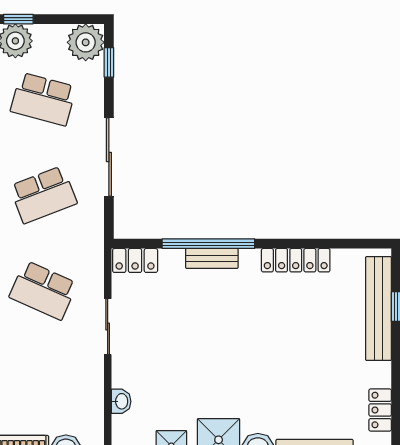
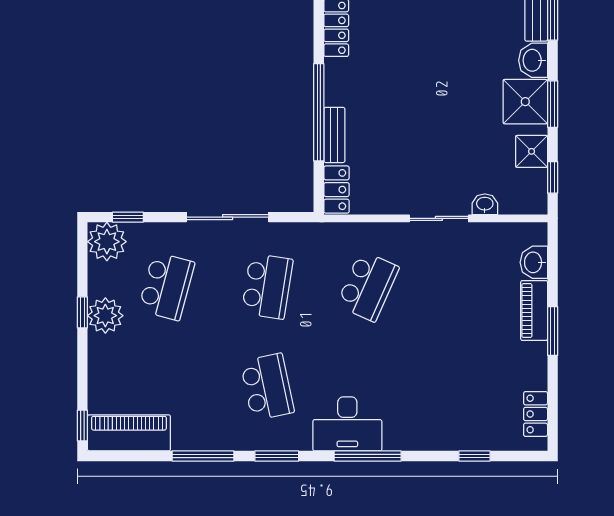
school desk: (43, 195) -> (267, 286), turned 30
bench: (212, 258) -> (334, 135), moved
sliding door: (108, 327) -> (439, 218), moved

